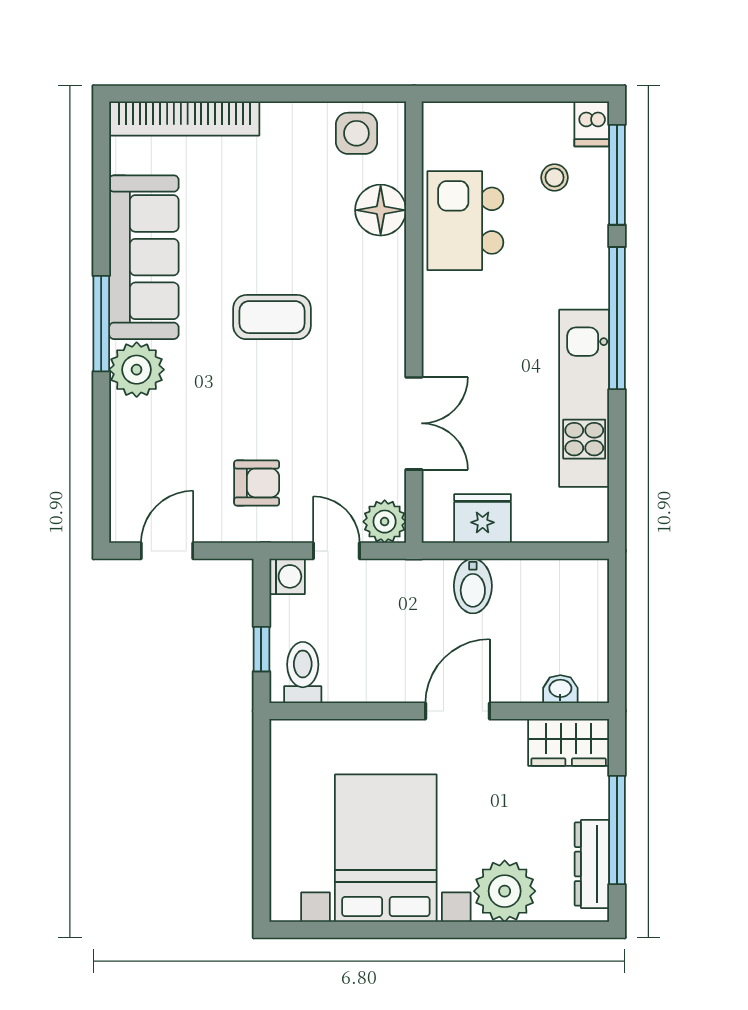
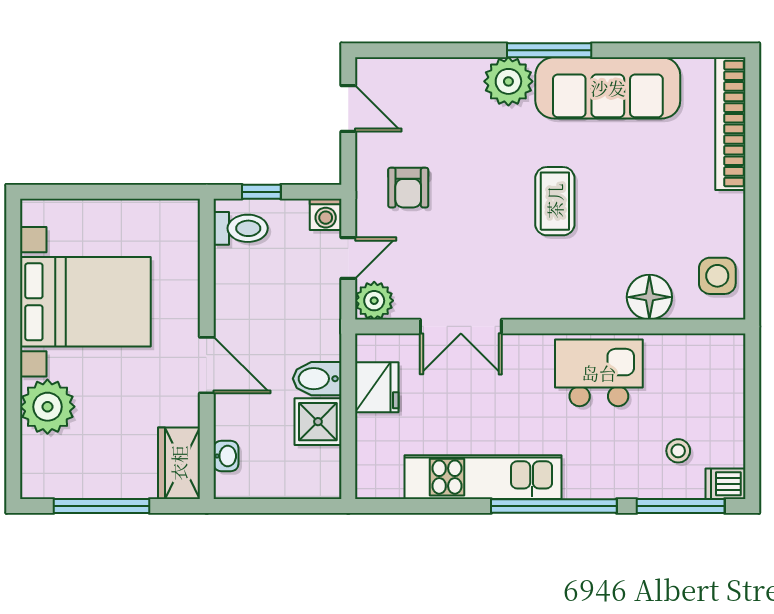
kitchen island: (465, 221) -> (599, 373), moved
shower: (521, 585) -> (318, 422), added
dresser: (592, 864) -> (71, 484), removed

